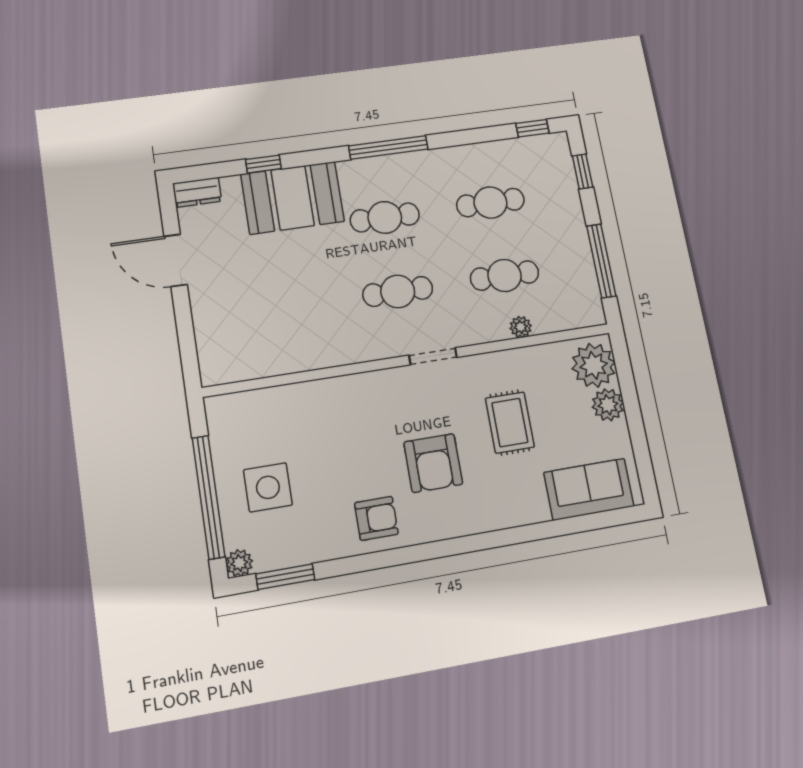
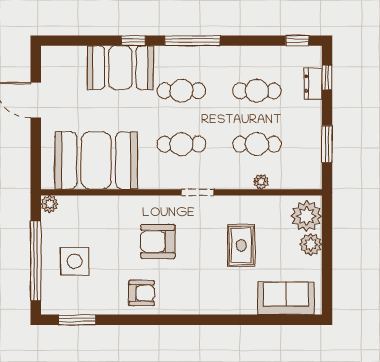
window: (263, 164) -> (133, 41), moved
dresser: (197, 192) -> (313, 84), moved, turned 90
window: (601, 261) -> (327, 144), width x0.69
booth: (278, 333) -> (96, 160), added
armchair: (433, 463) -> (158, 242), moved, turned 90
plant: (239, 563) -> (49, 204), moved

